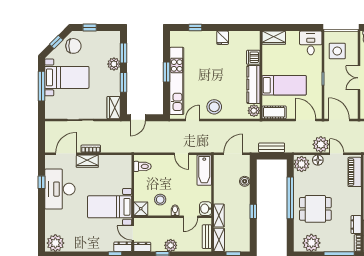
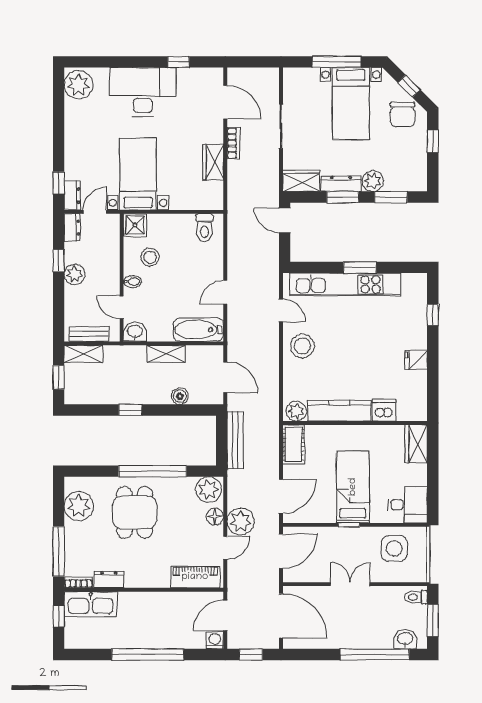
dresser: (116, 83) -> (341, 184), added
bed: (284, 85) -> (353, 487), moved, turned 180
bench: (272, 148) -> (235, 440), width x1.36
wardrobe: (87, 161) -> (213, 162), moved
desk: (60, 189) -> (143, 92), moved
shelving: (219, 216) -> (166, 354), moved

